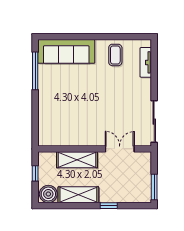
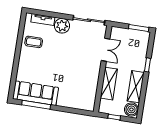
sofa: (66, 51) -> (36, 93), moved, turned -90
plant: (142, 88) -> (62, 26), added
double door: (120, 149) -> (106, 50), swing flipped

